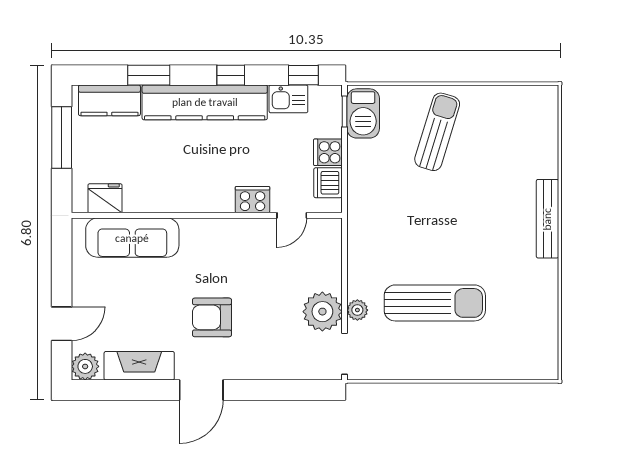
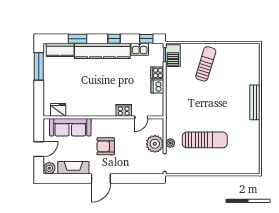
fridge: (105, 198) -> (58, 110), moved
cooker: (253, 200) -> (124, 110), moved
wall: (207, 215) -> (103, 117), moved
door: (292, 215) -> (141, 117), moved
sofa: (132, 238) -> (70, 127), moved

